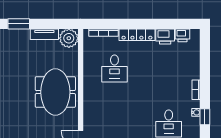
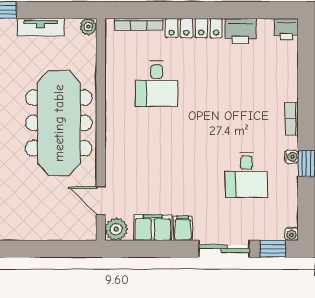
printer: (182, 35) -> (286, 29), moved
plant: (69, 38) -> (88, 27), width x0.53, depth x0.53
meeting table: (55, 92) -> (59, 123), width x1.36

